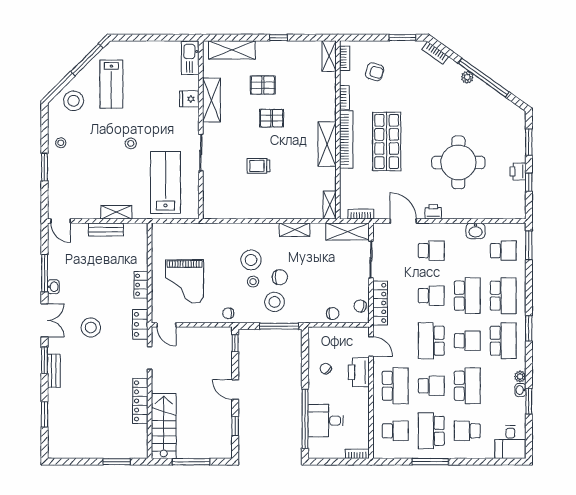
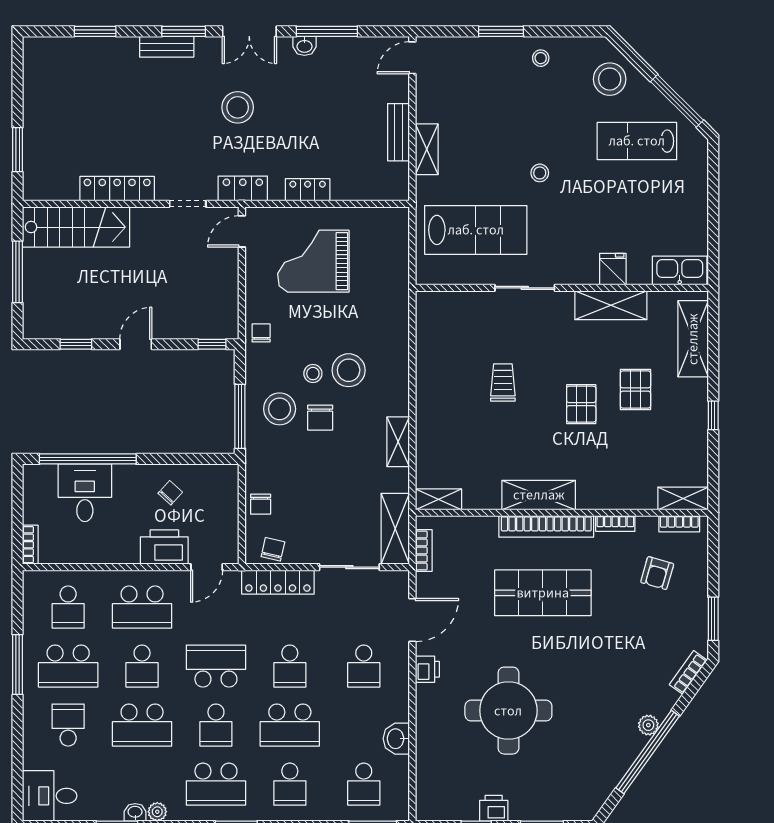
school desk: (503, 296) -> (290, 784), width x0.54
school desk: (431, 431) -> (68, 666), turned 180

